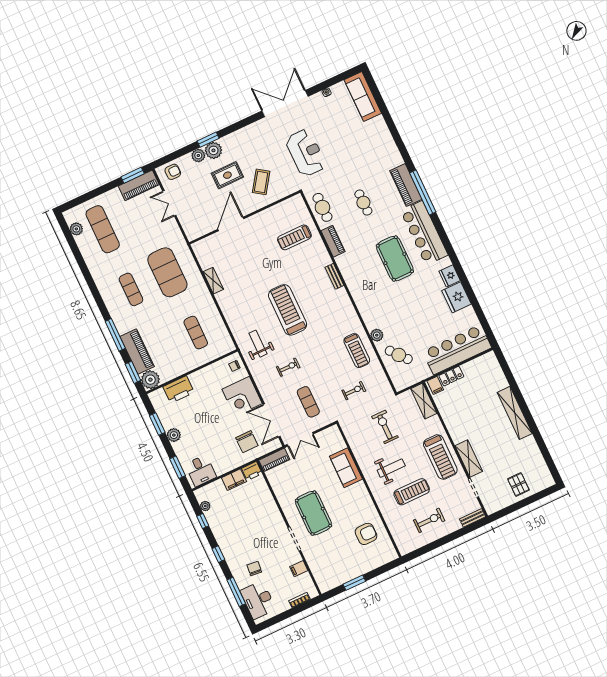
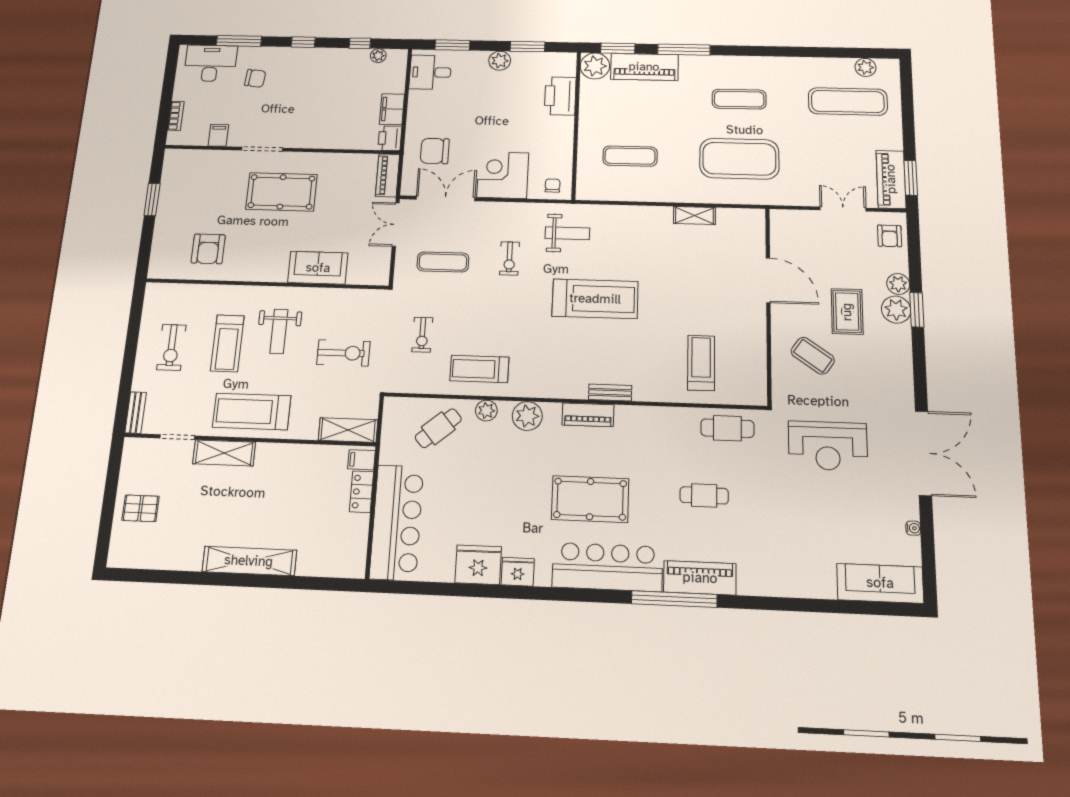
piano: (333, 241) -> (588, 415), moved
plant: (369, 313) -> (527, 416), added

